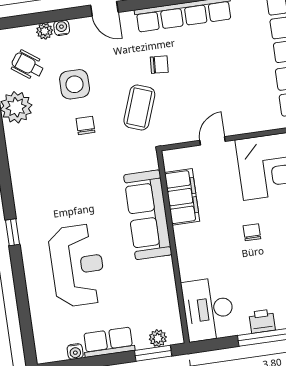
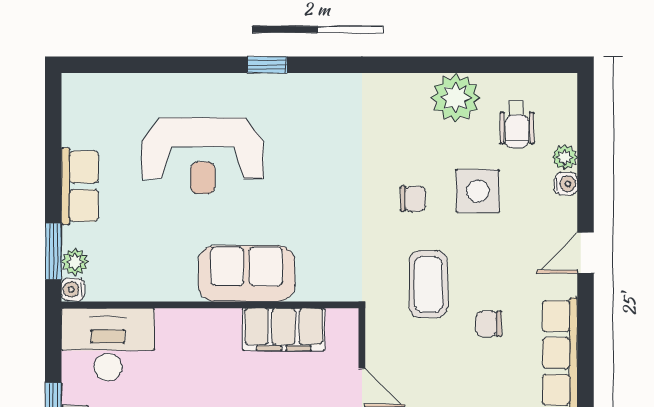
wheelchair: (28, 65) -> (517, 124), turned 144
chair: (159, 65) -> (489, 324), turned 86
coffee table: (139, 108) -> (428, 284), turned 70
sofa: (148, 215) -> (247, 274), width x0.73
water cooler: (75, 351) -> (73, 289), moved

